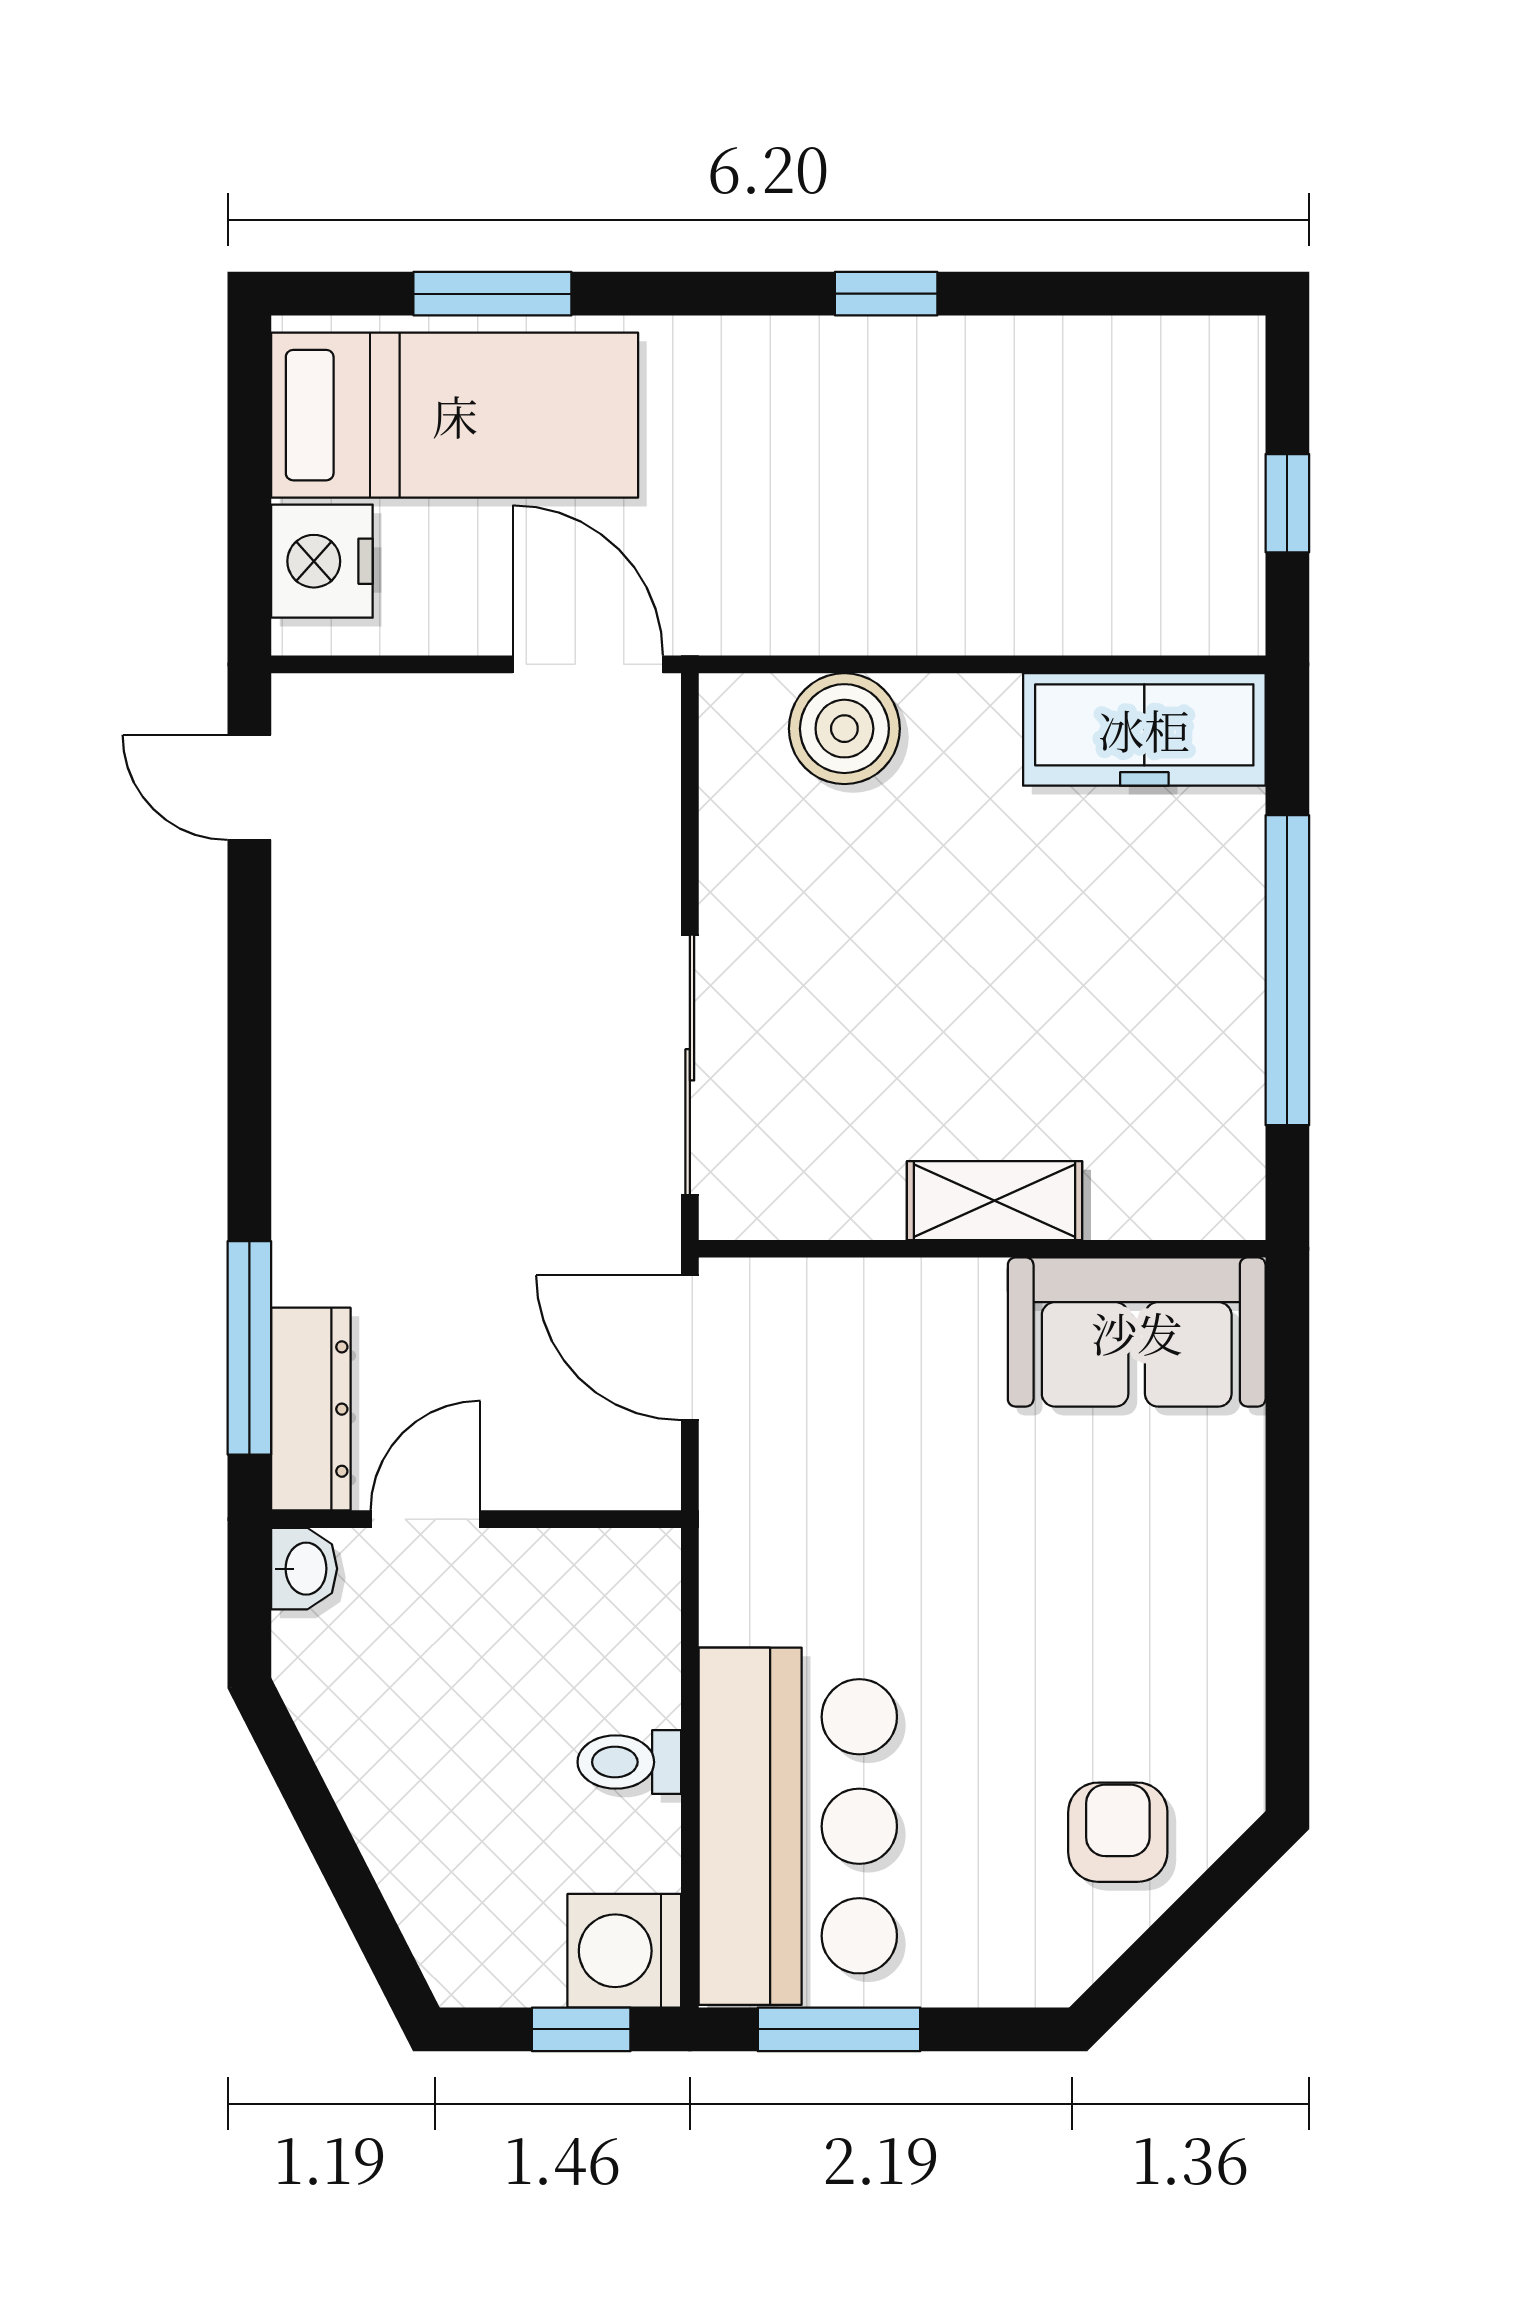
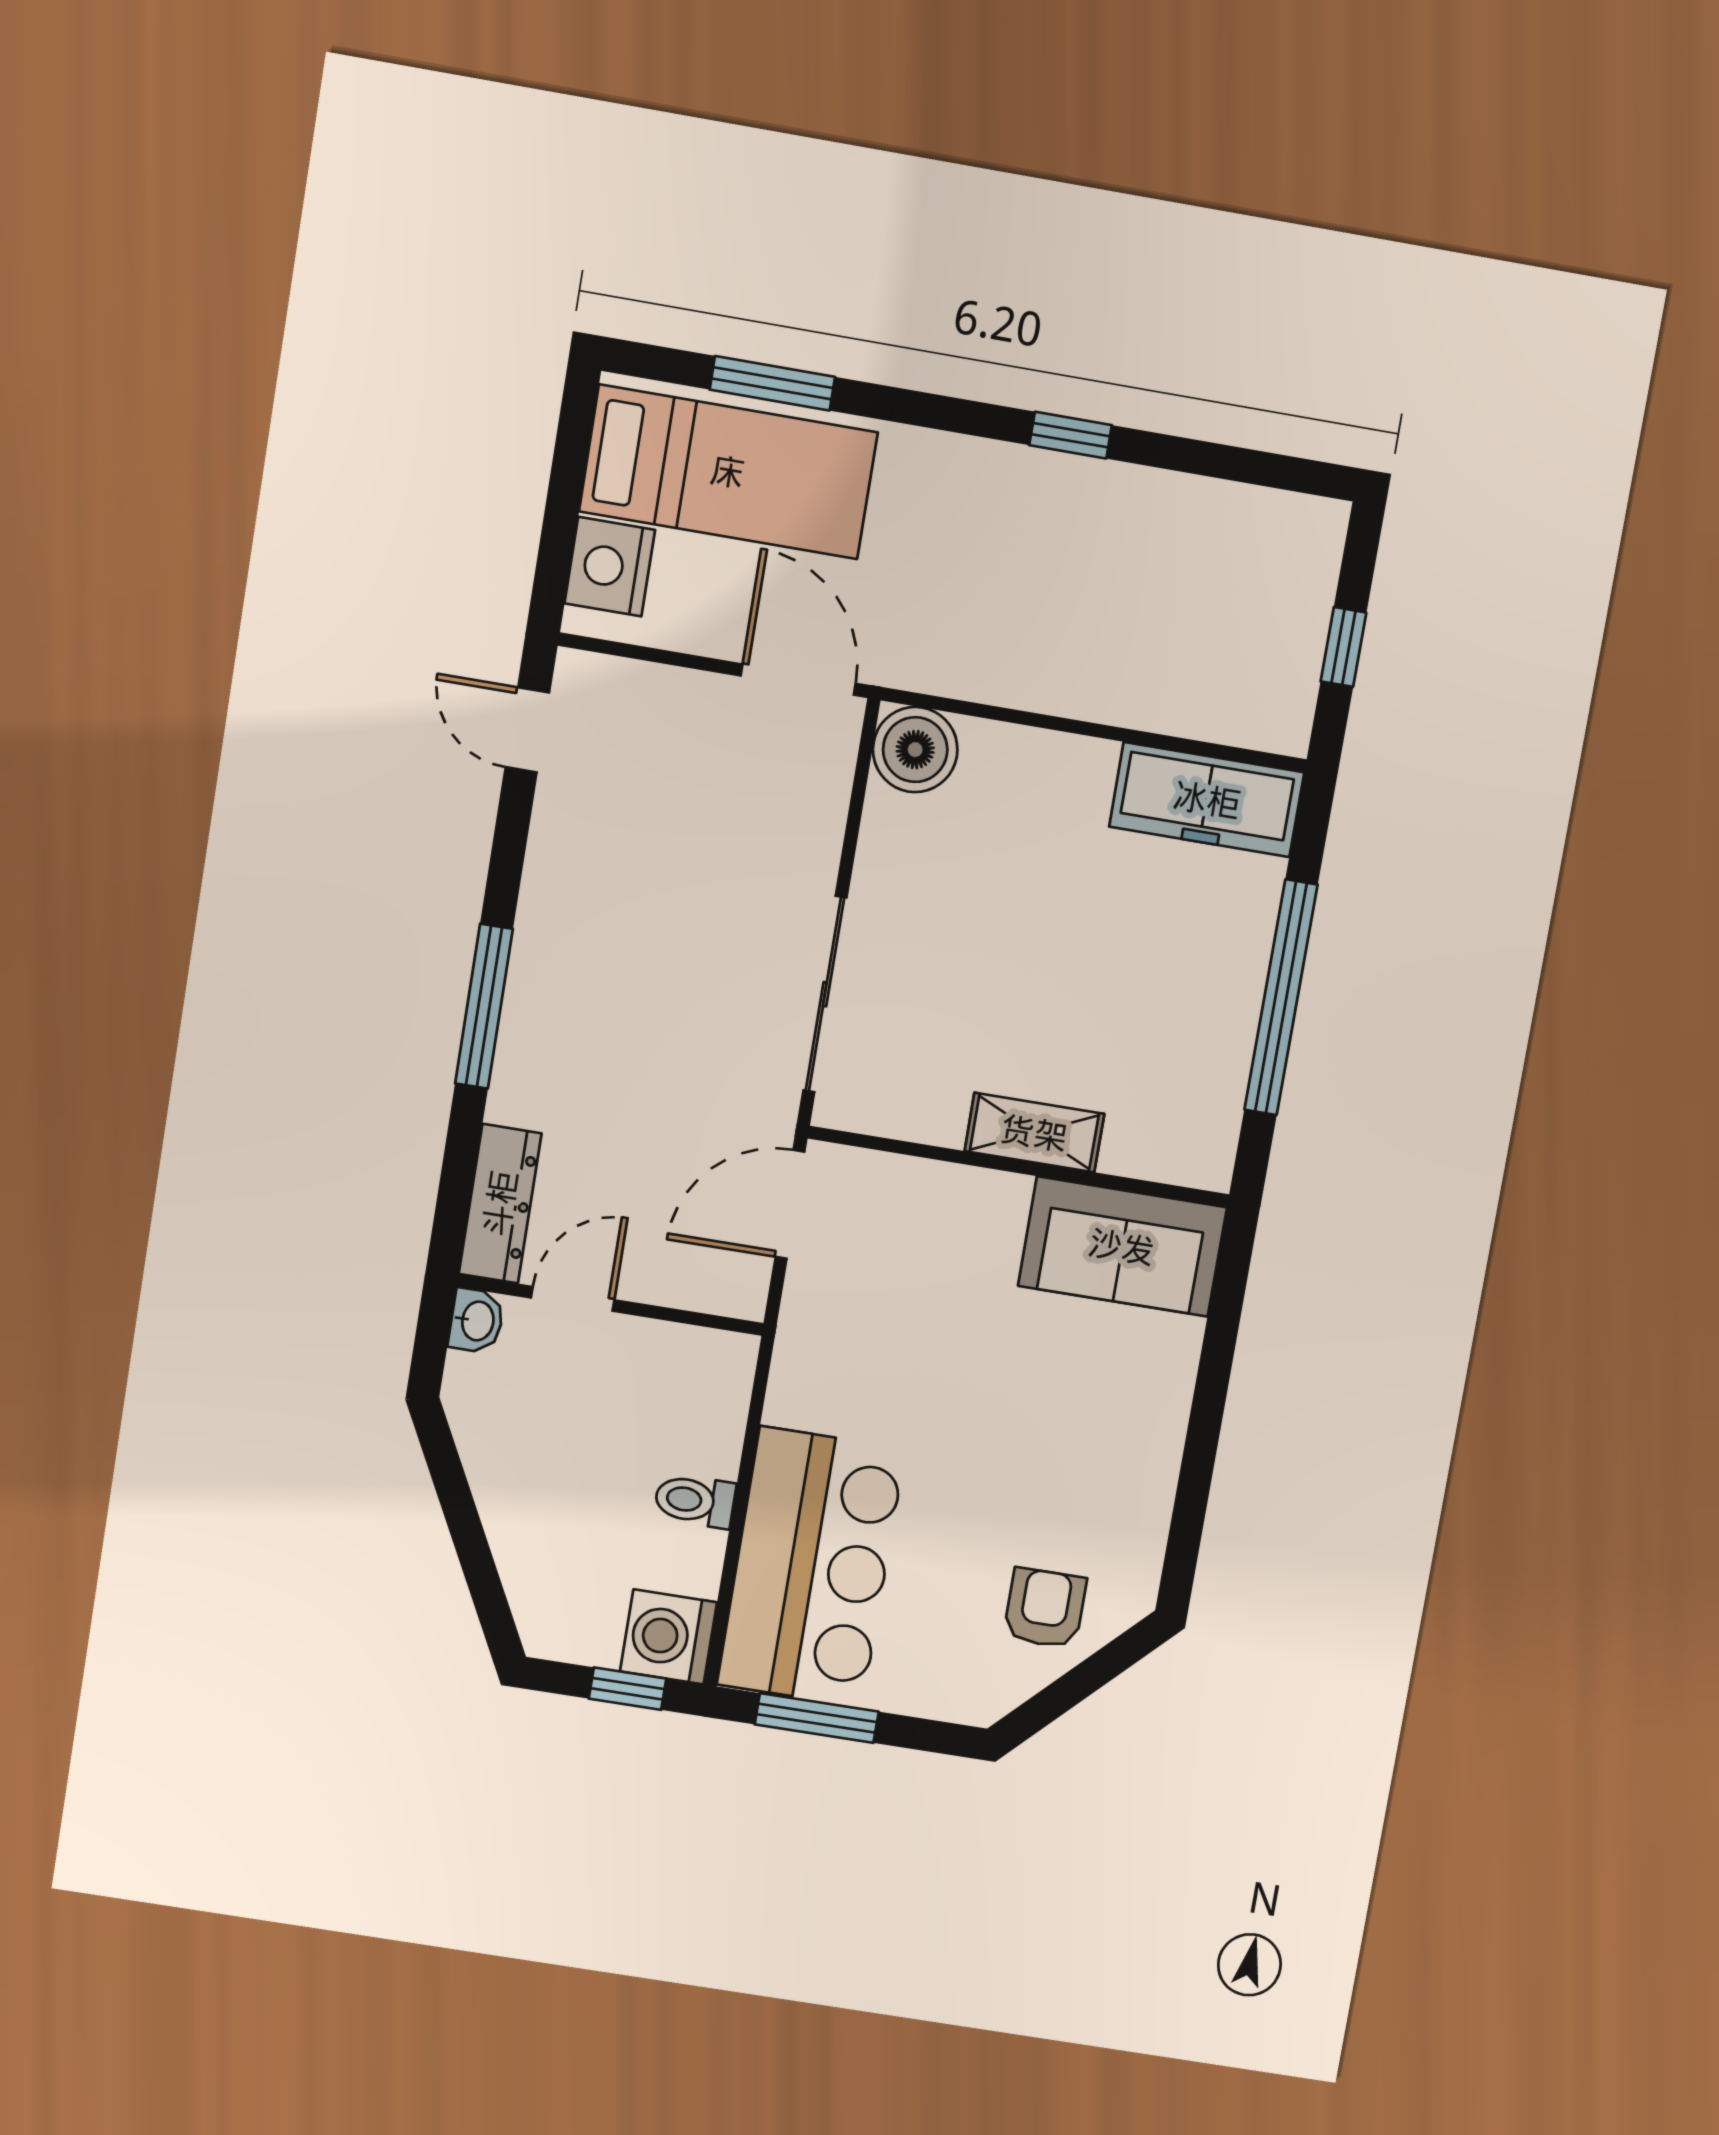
boiler: (844, 729) -> (915, 750), moved
window: (249, 1348) -> (484, 1006), moved
door: (690, 1348) -> (790, 1204), hinge flipped

